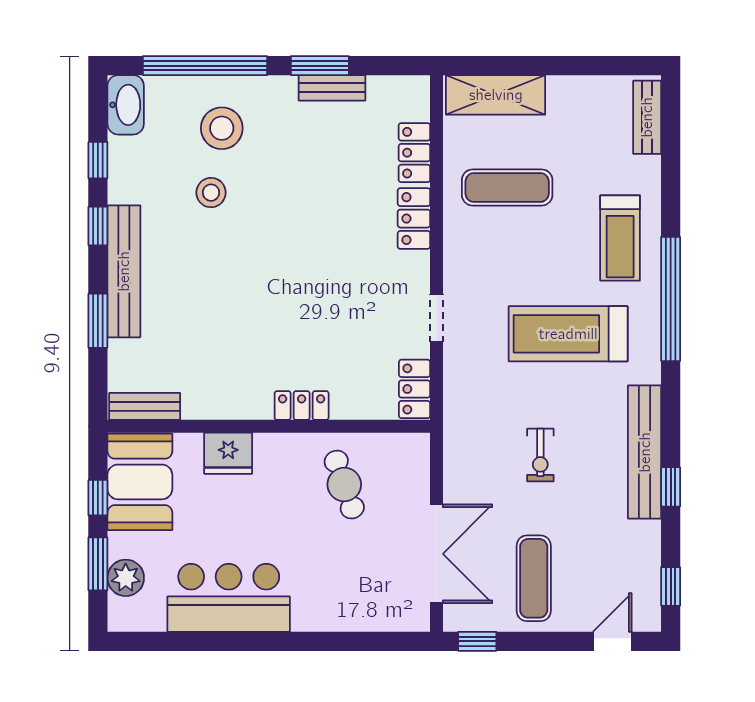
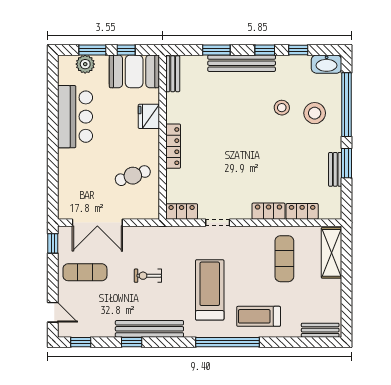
locker: (302, 405) -> (173, 146), width x1.53

